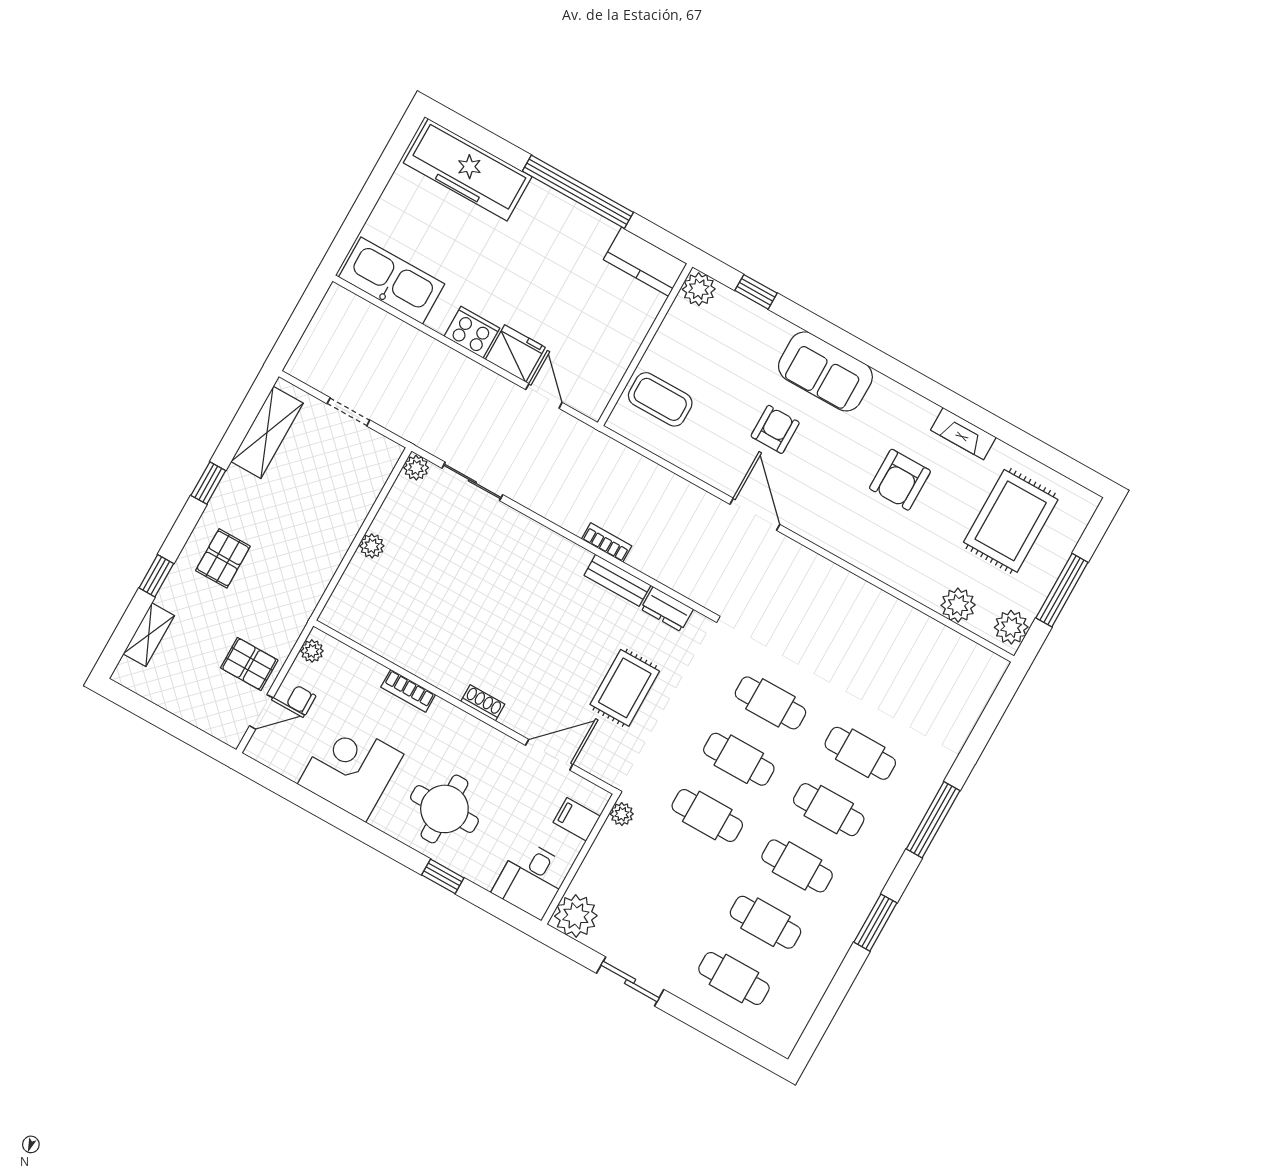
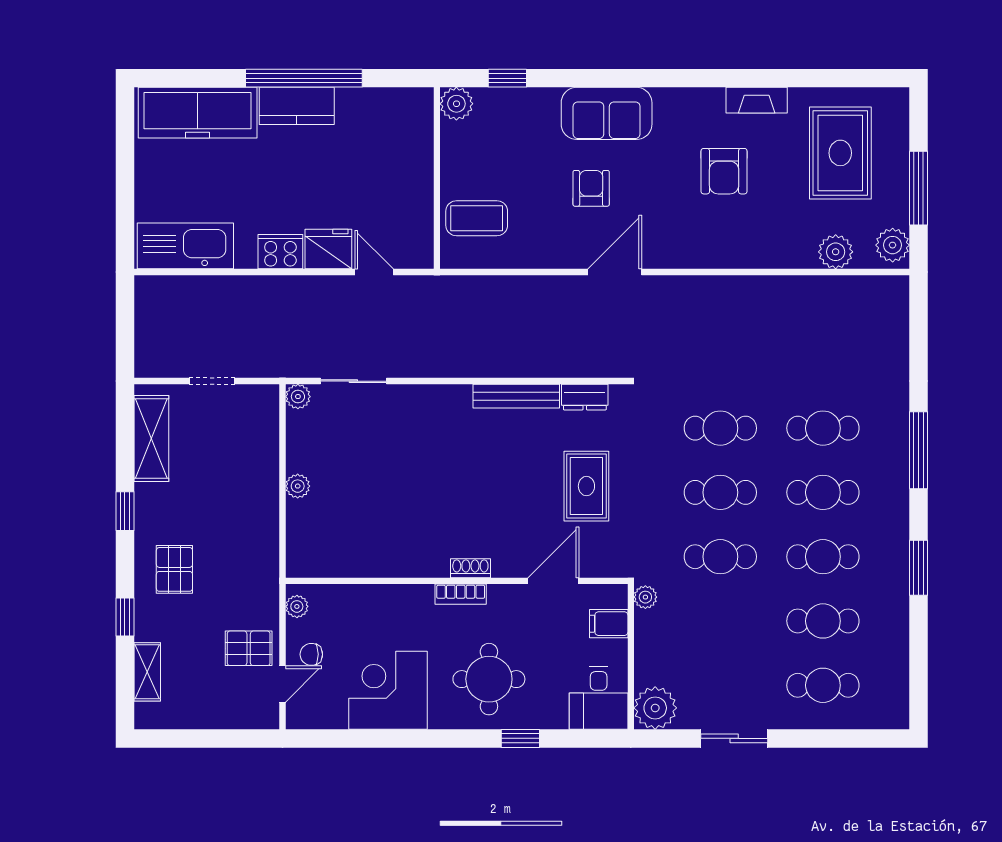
kitchen counter: (645, 262) -> (297, 106), moved
door: (755, 514) -> (615, 272), hinge flipped
bookcase: (607, 542) -> (500, 369), removed
bench: (617, 580) -> (516, 396), width x1.36
bookcase: (408, 691) -> (461, 594), moved

